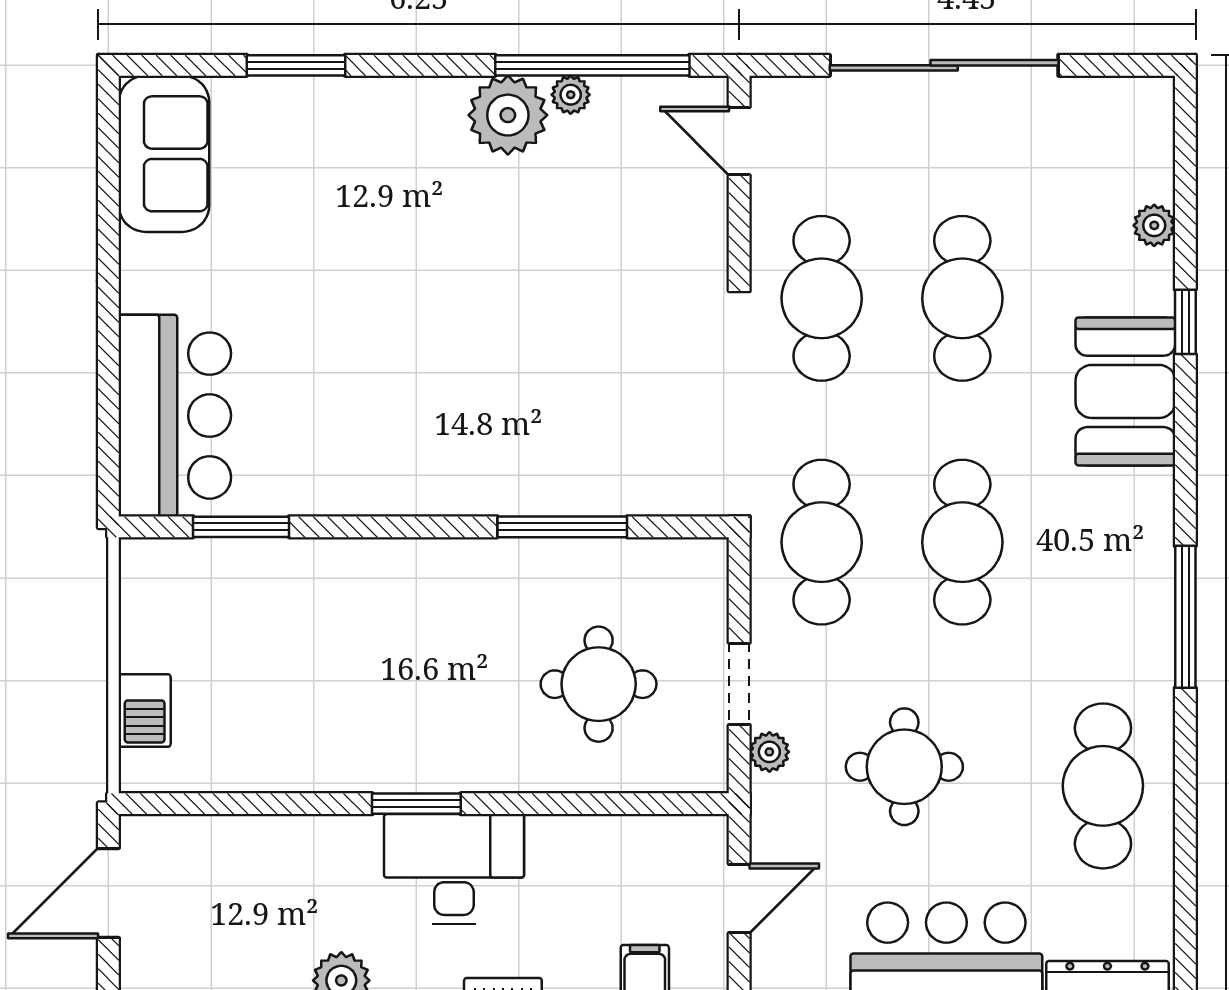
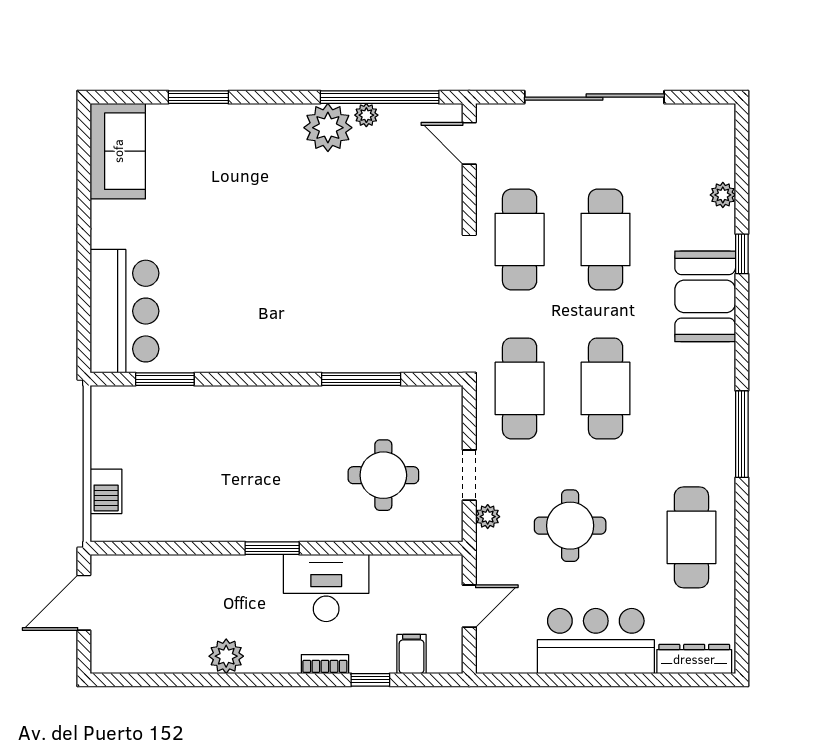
desk: (454, 869) -> (326, 588), moved

